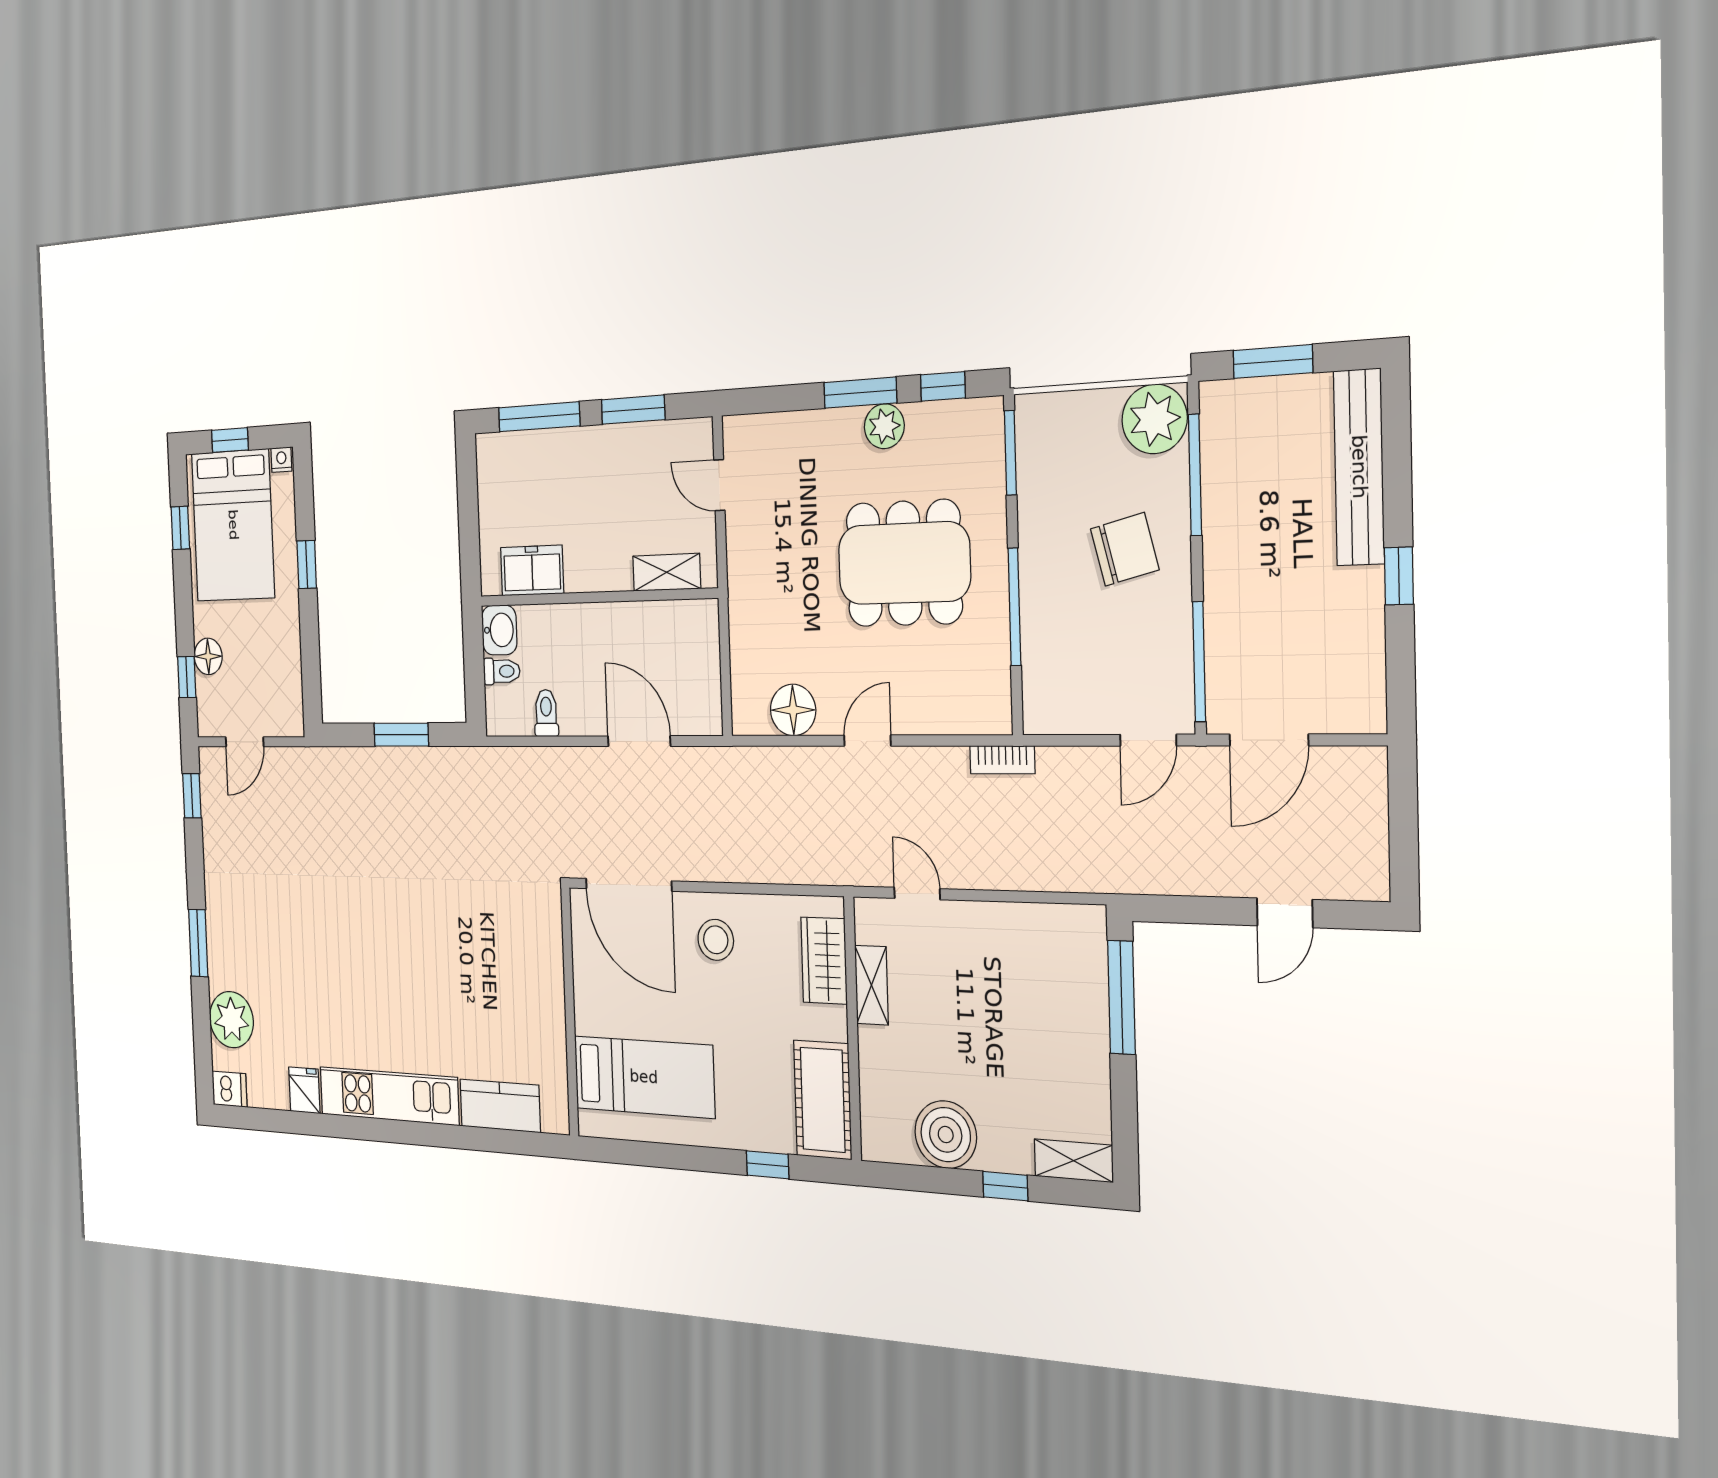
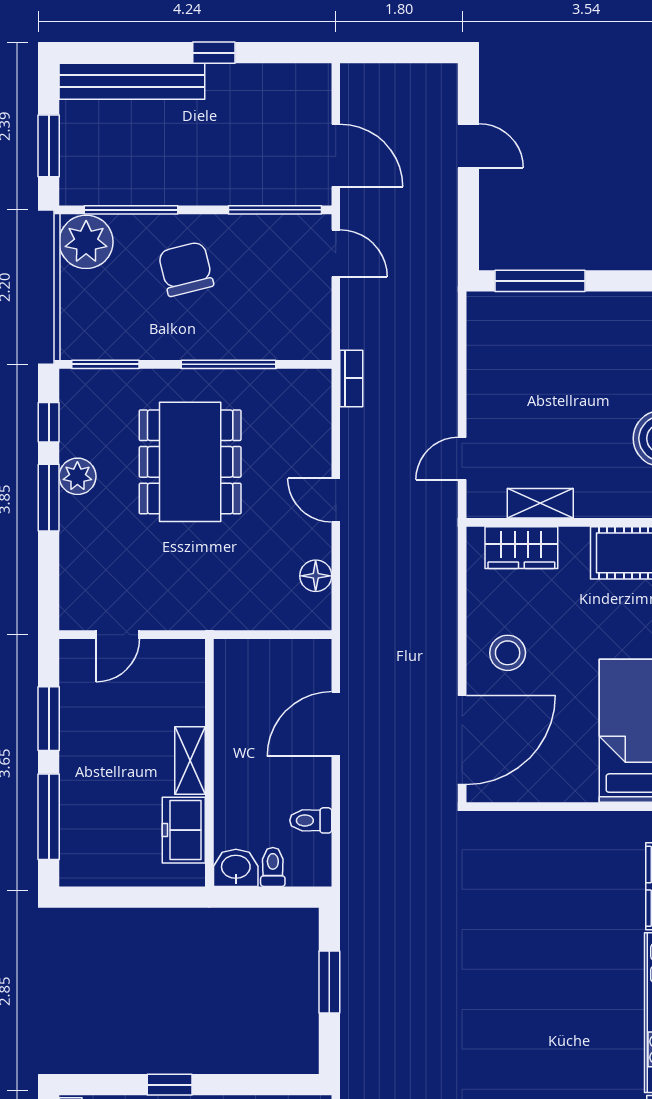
shelving: (667, 572) -> (190, 760), moved
floor lamp: (793, 710) -> (316, 576), width x0.73, depth x0.73

